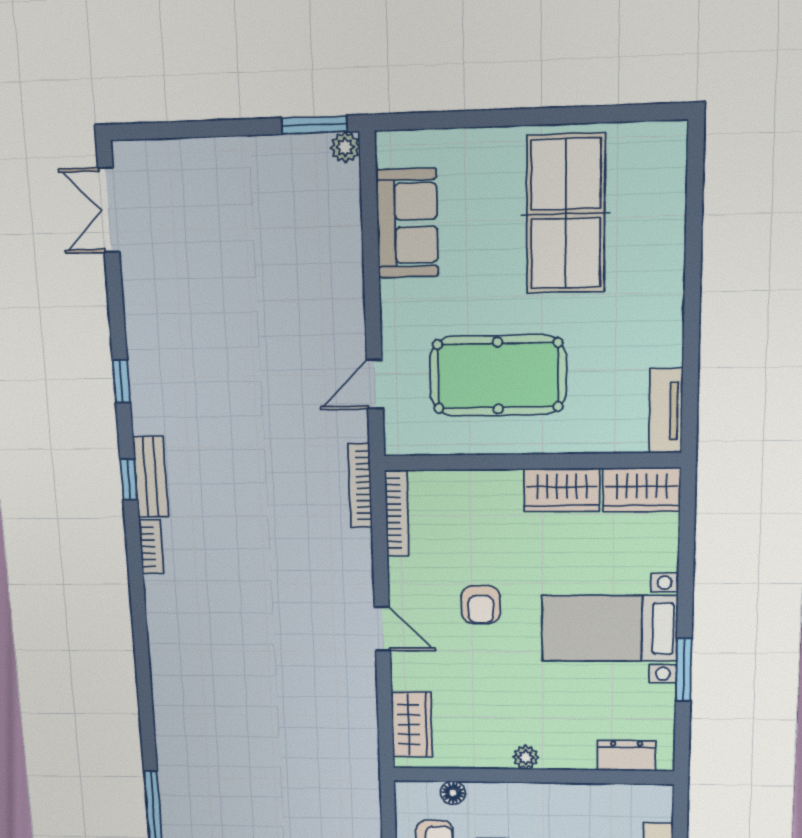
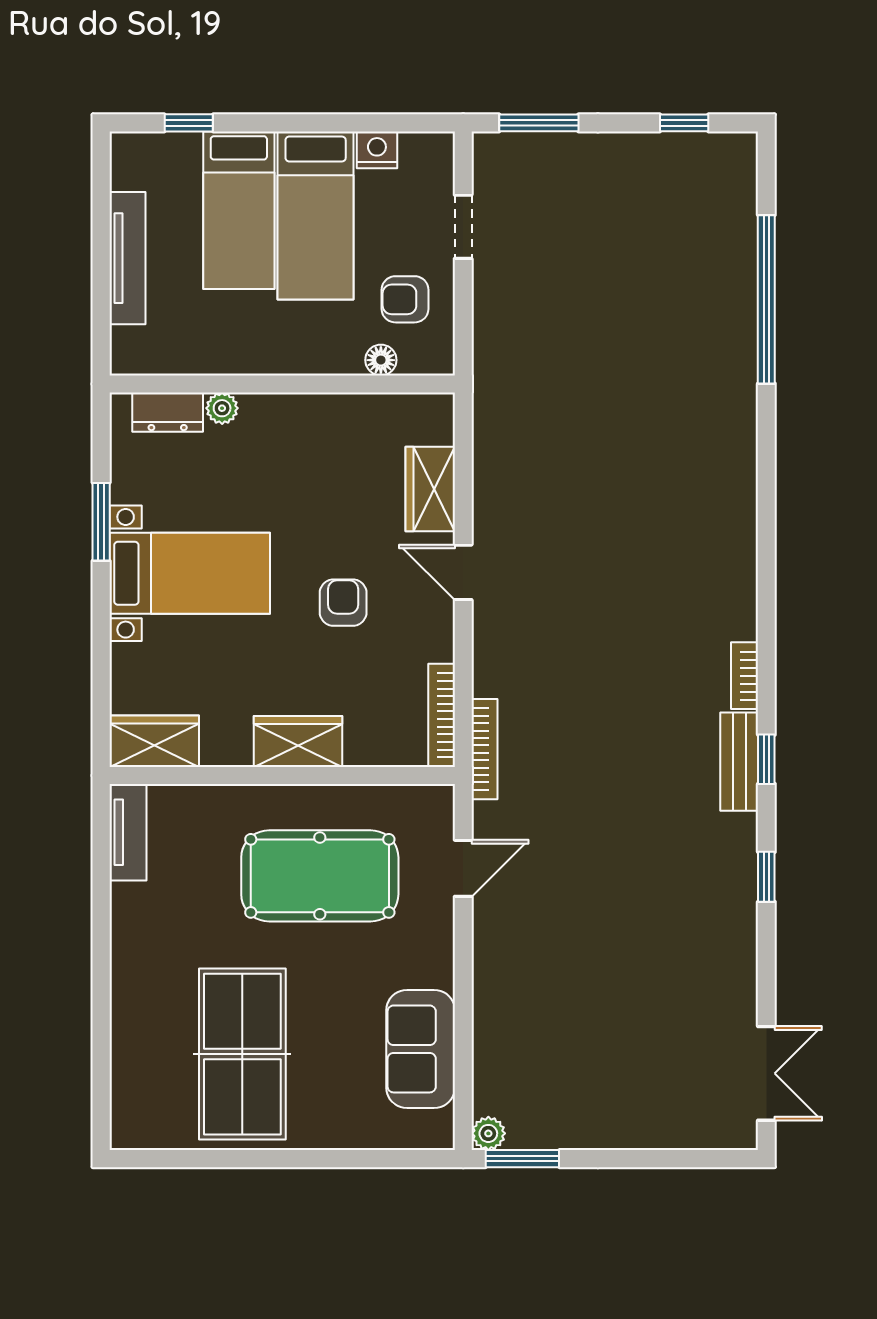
wardrobe: (562, 490) -> (298, 741), moved
wardrobe: (412, 725) -> (430, 489), moved
plant: (526, 757) -> (222, 408), moved

